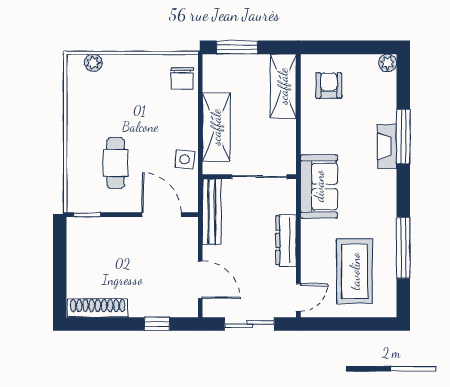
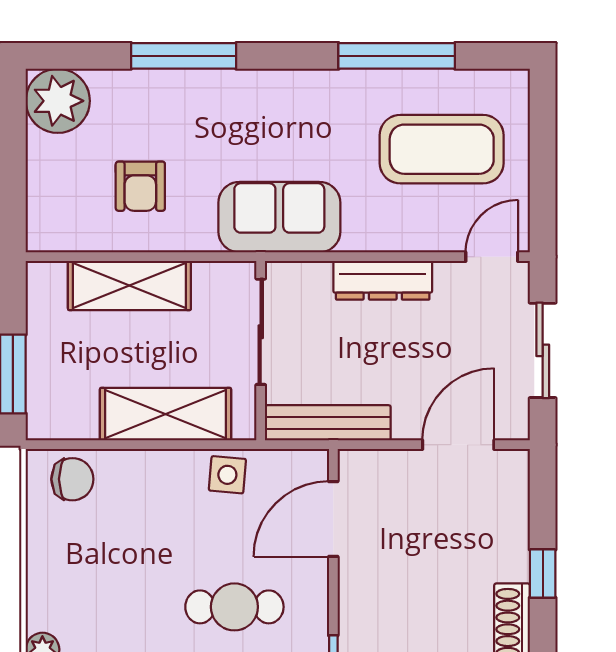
plant: (388, 63) -> (58, 101), width x1.87, depth x1.87
armchair: (329, 85) -> (140, 186), moved, turned -90
shelving: (283, 86) -> (129, 286), moved
fireplace: (387, 146) -> (202, 87), removed
door: (298, 297) -> (492, 257), hinge flipped
window: (157, 324) -> (543, 574), moved

